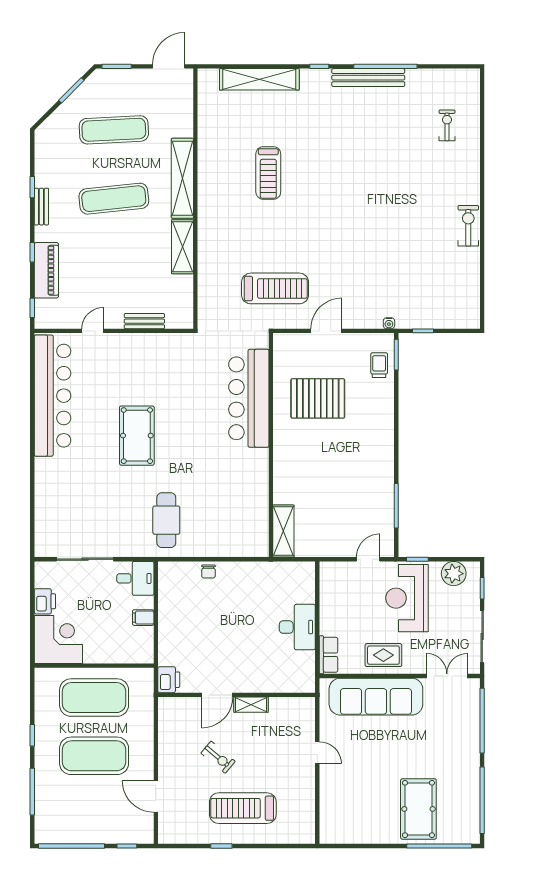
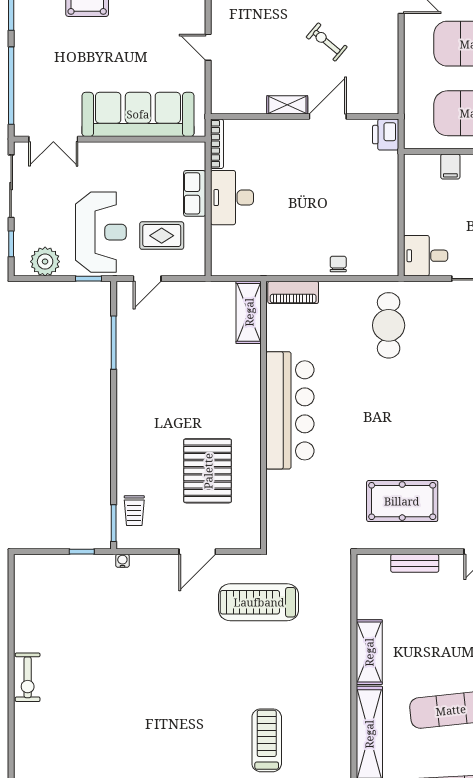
bar counter: (249, 398) -> (290, 410), moved
pallet: (318, 398) -> (208, 471), turned 90
pool table: (137, 436) -> (402, 501), moved, turned 90
piano: (246, 548) -> (293, 292), added
filing cabinet: (143, 618) -> (450, 167), moved, turned 90
row of seats: (329, 655) -> (195, 193), moved
rug: (383, 655) -> (162, 236), moved
bookcase: (310, 672) -> (217, 144), added

